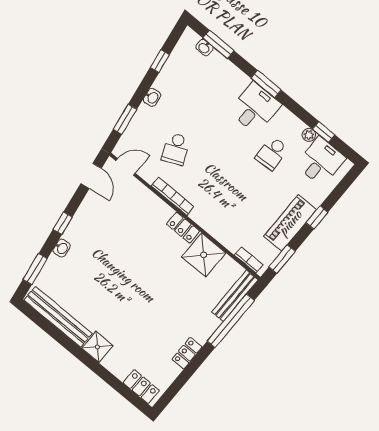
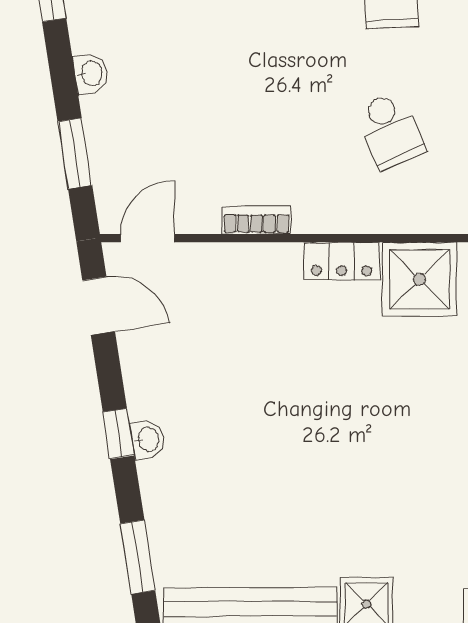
school desk: (176, 149) -> (390, 131), moved
bookcase: (173, 196) -> (256, 220), width x0.64
washbasin: (62, 248) -> (148, 439), moved

